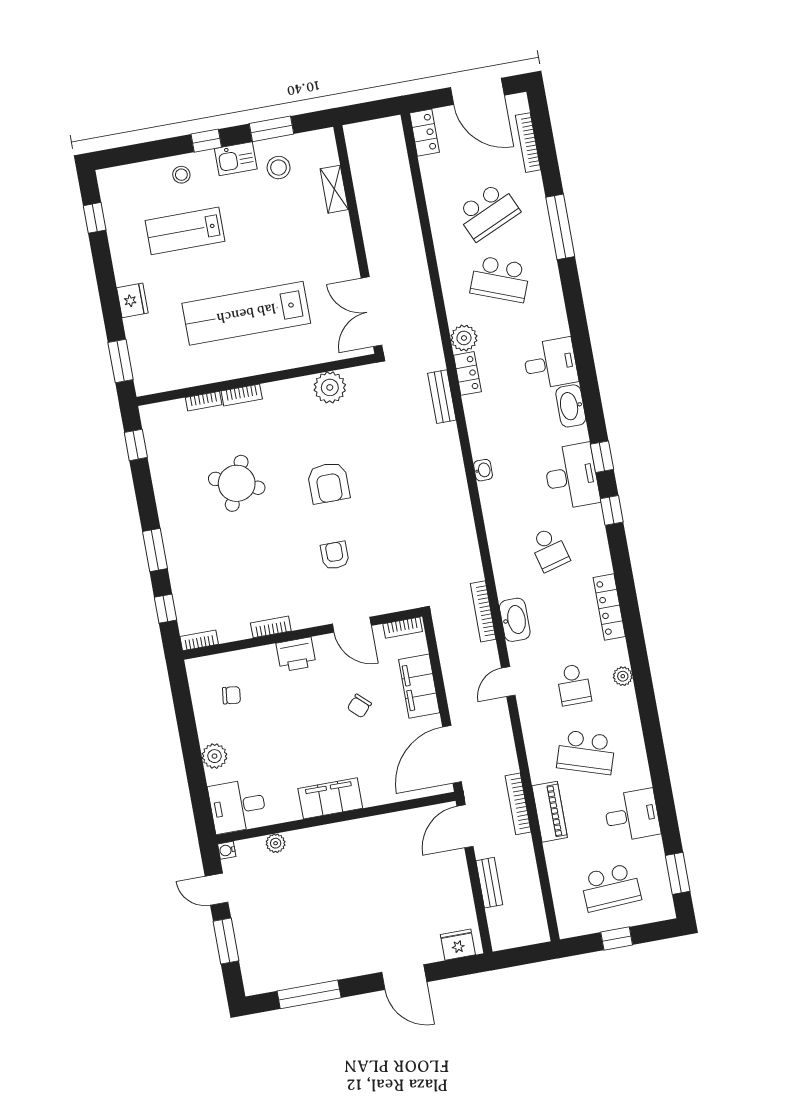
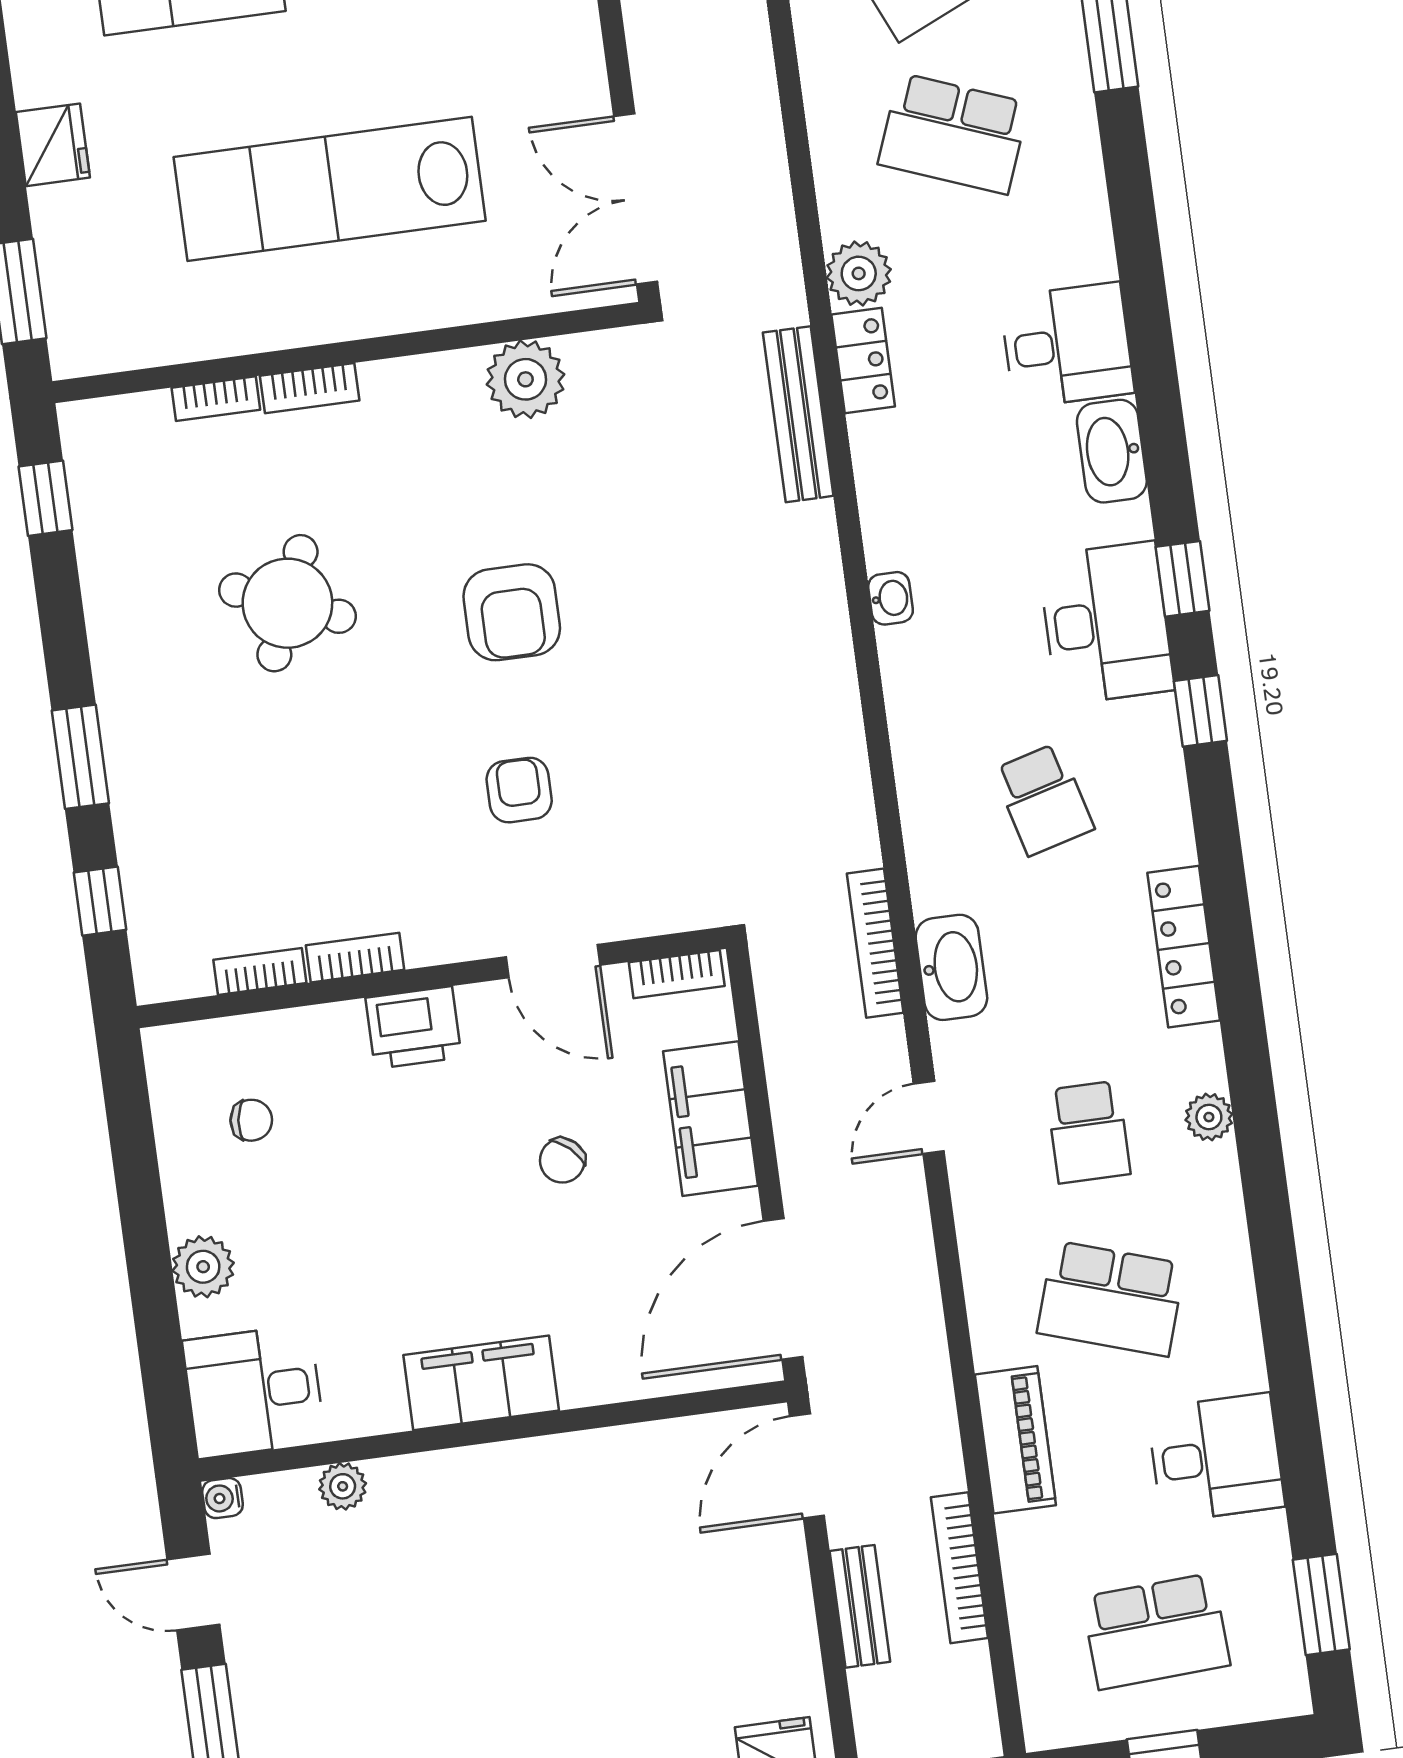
bench: (442, 397) -> (798, 414), width x1.36
bookcase: (199, 640) -> (260, 971), moved
bookcase: (518, 804) -> (959, 1568), moved

